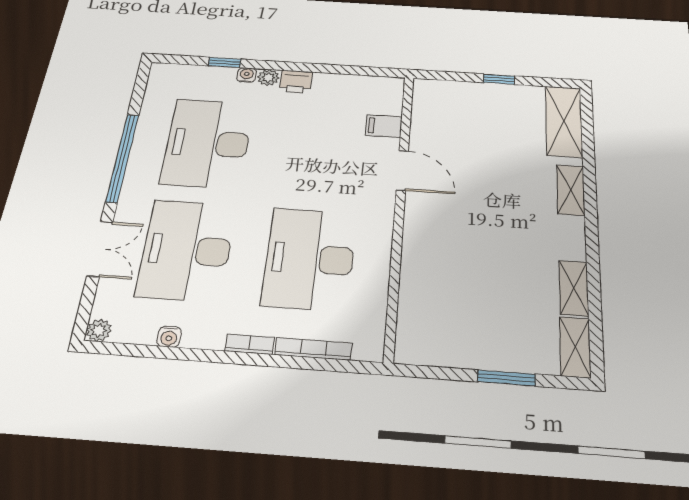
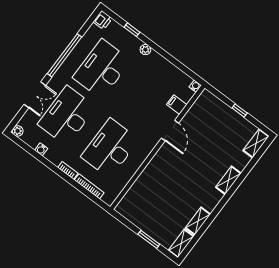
water cooler: (247, 75) -> (195, 86), moved
printer: (296, 82) -> (103, 20), moved, turned -90
shelving: (564, 121) -> (256, 143), width x0.67, depth x0.75

